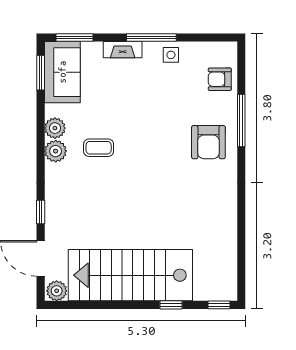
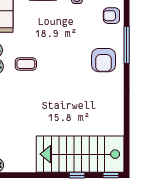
stairs: (130, 275) -> (80, 154), moved

